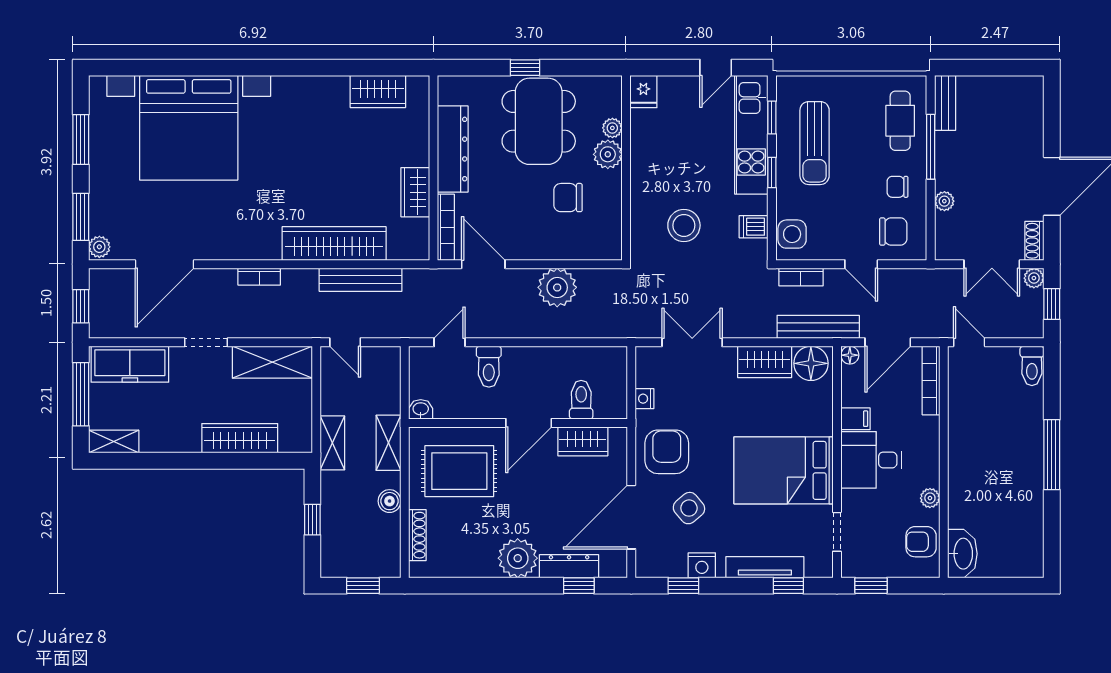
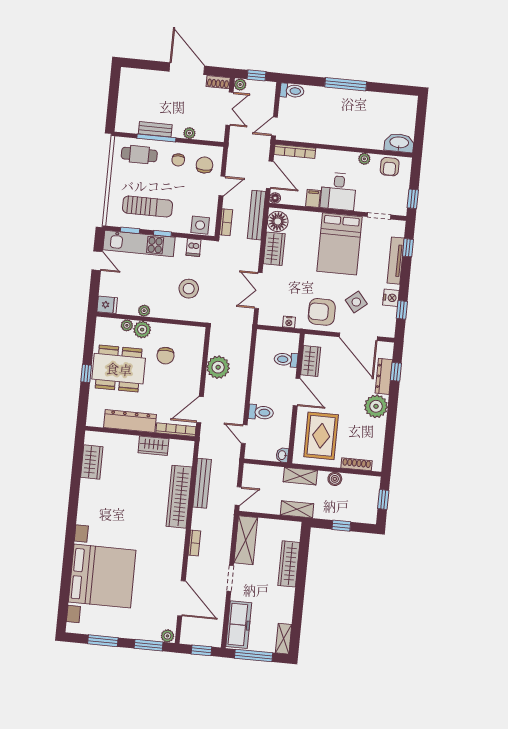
bench: (945, 103) -> (155, 129), moved
plant: (640, 154) -> (144, 311), added

